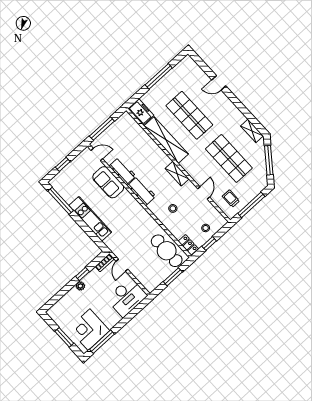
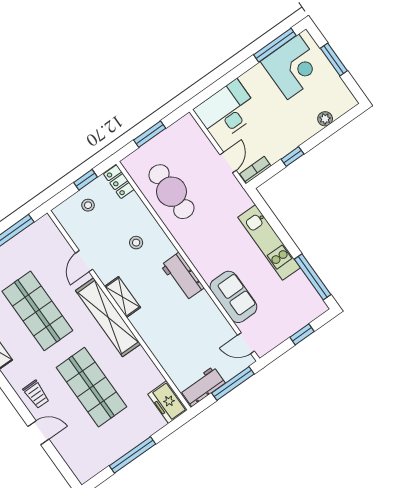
shelving: (166, 140) -> (108, 317), moved
workbench: (122, 171) -> (202, 386), moved, turned 90
trolley: (231, 199) -> (36, 394), moved
cafe table: (167, 251) -> (171, 192), moved
plant: (80, 286) -> (325, 119), moved

